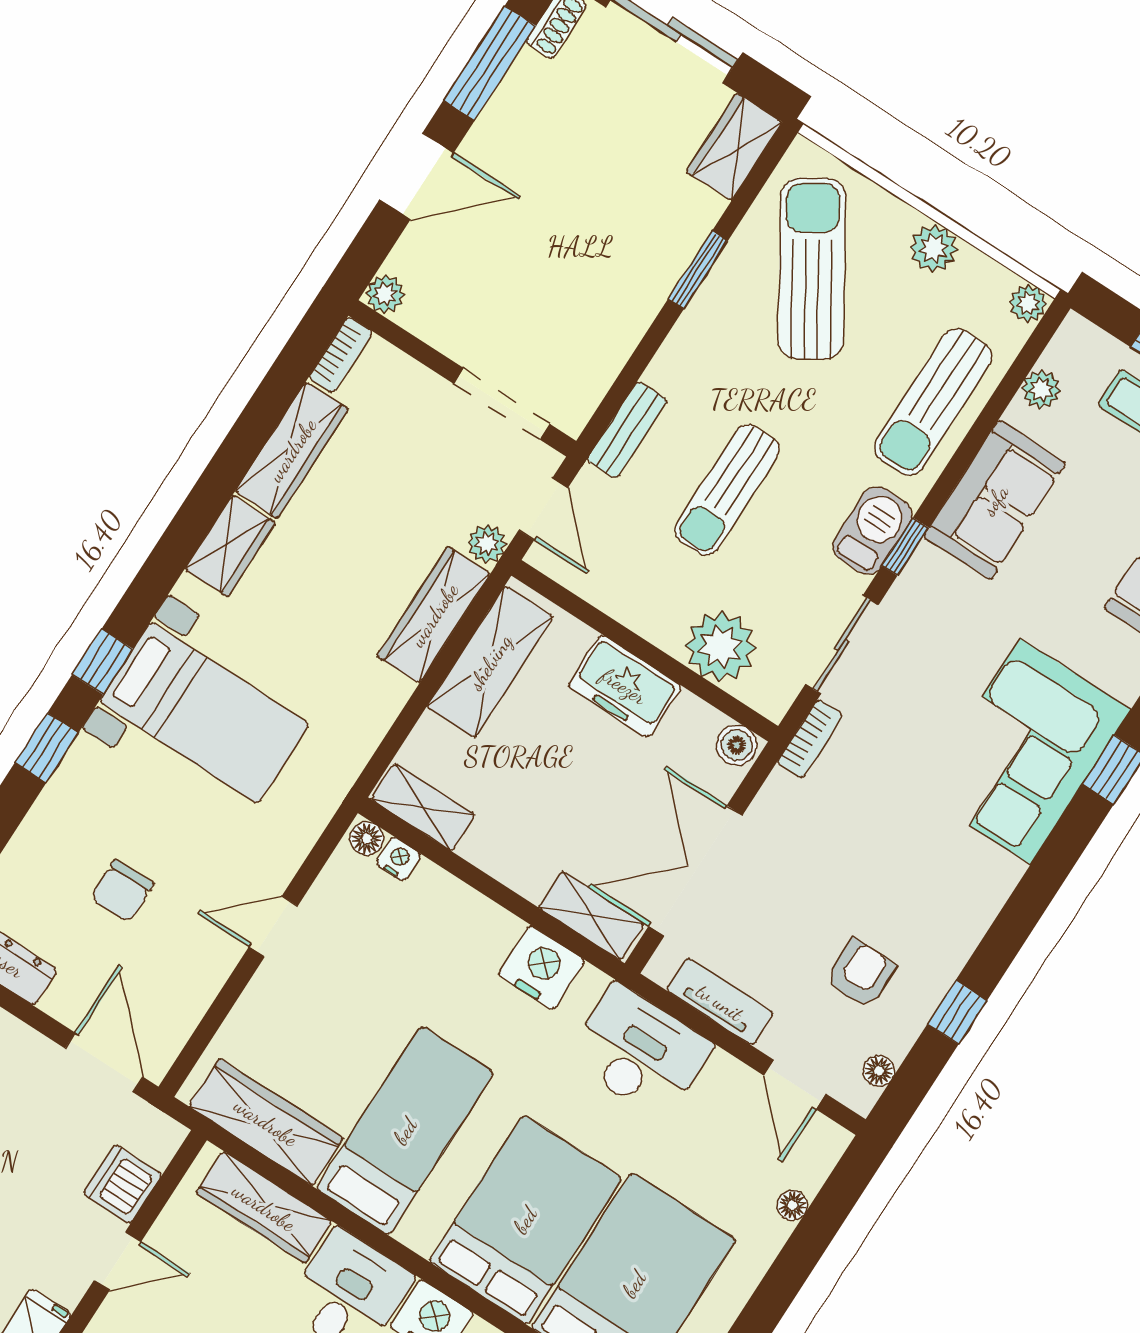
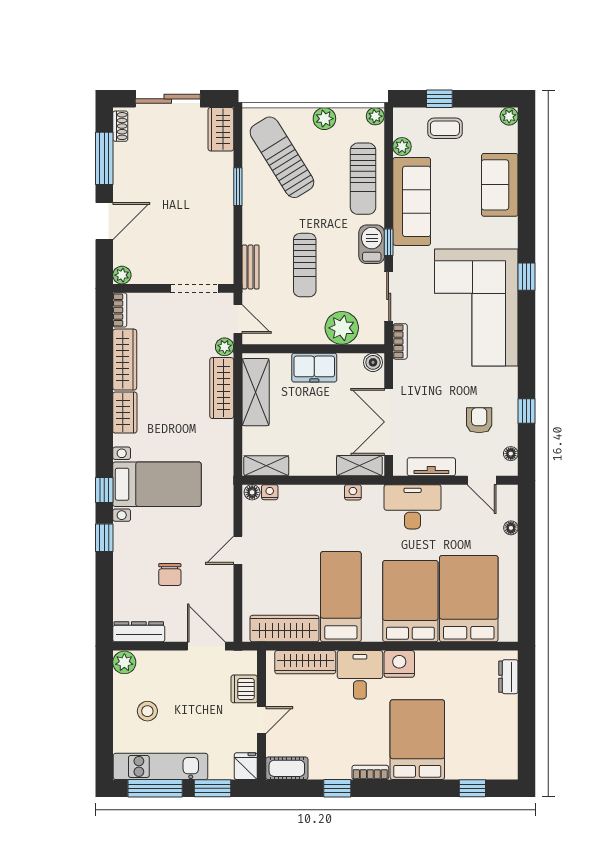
sofa: (995, 500) -> (412, 201), width x1.36
corner sofa: (1025, 751) -> (476, 307), width x1.36, depth x1.36
nightstand: (541, 967) -> (353, 492), width x0.53, depth x0.56

